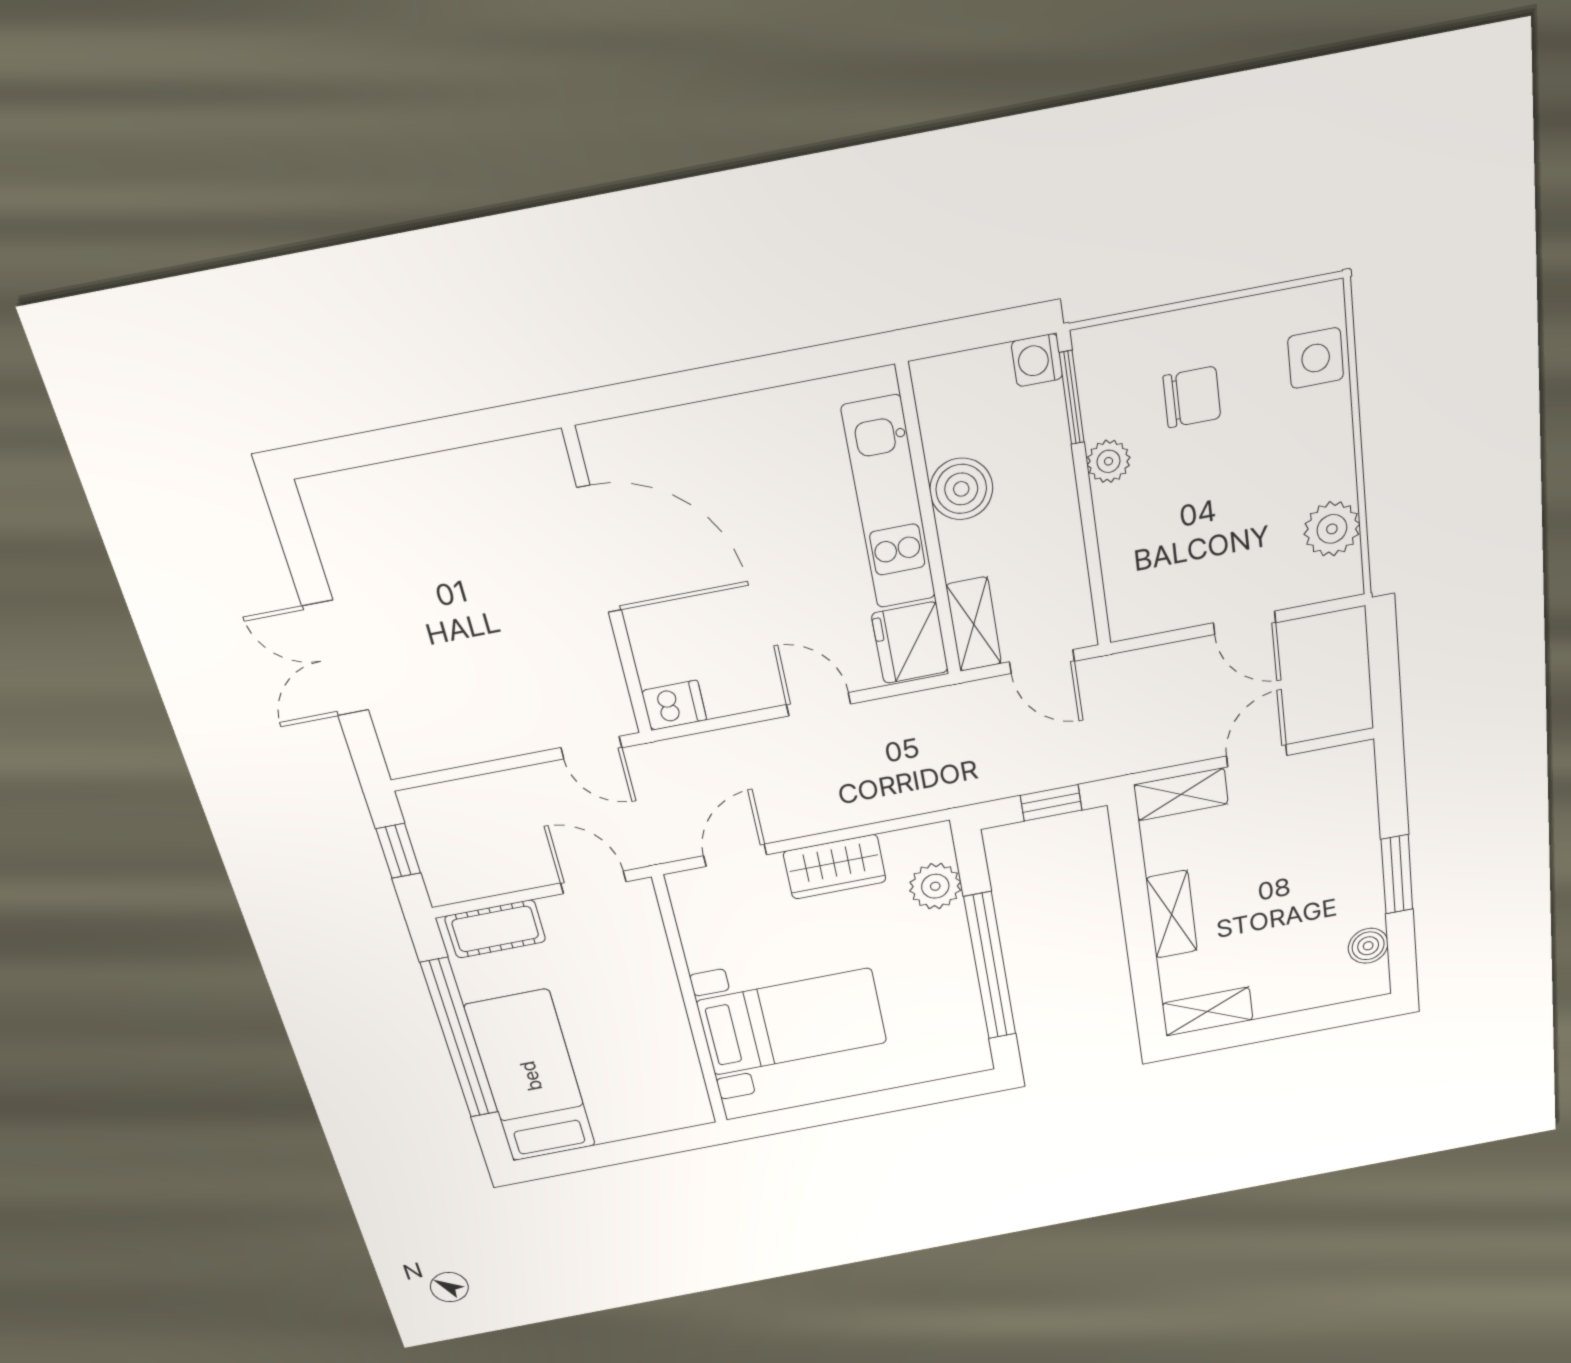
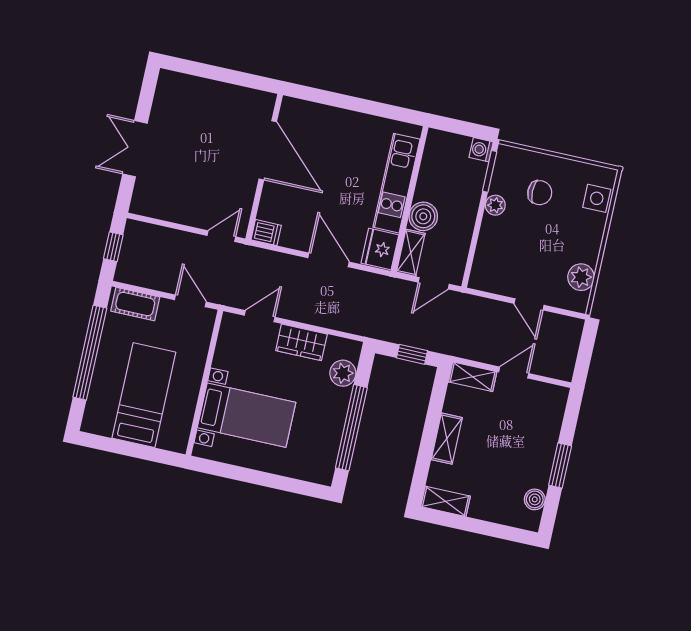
boiler: (961, 489) -> (423, 216), moved
door: (1042, 662) -> (434, 283), hinge flipped
door: (819, 704) -> (328, 260), width x1.38
door: (591, 748) -> (221, 236), swing flipped
bed: (531, 1076) -> (144, 395), moved

